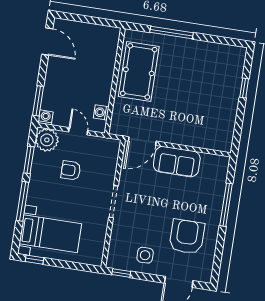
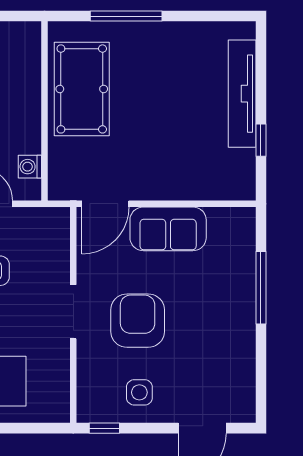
window: (244, 88) -> (261, 140), moved
tv unit: (233, 89) -> (242, 94), added
armchair: (187, 237) -> (138, 321), moved

